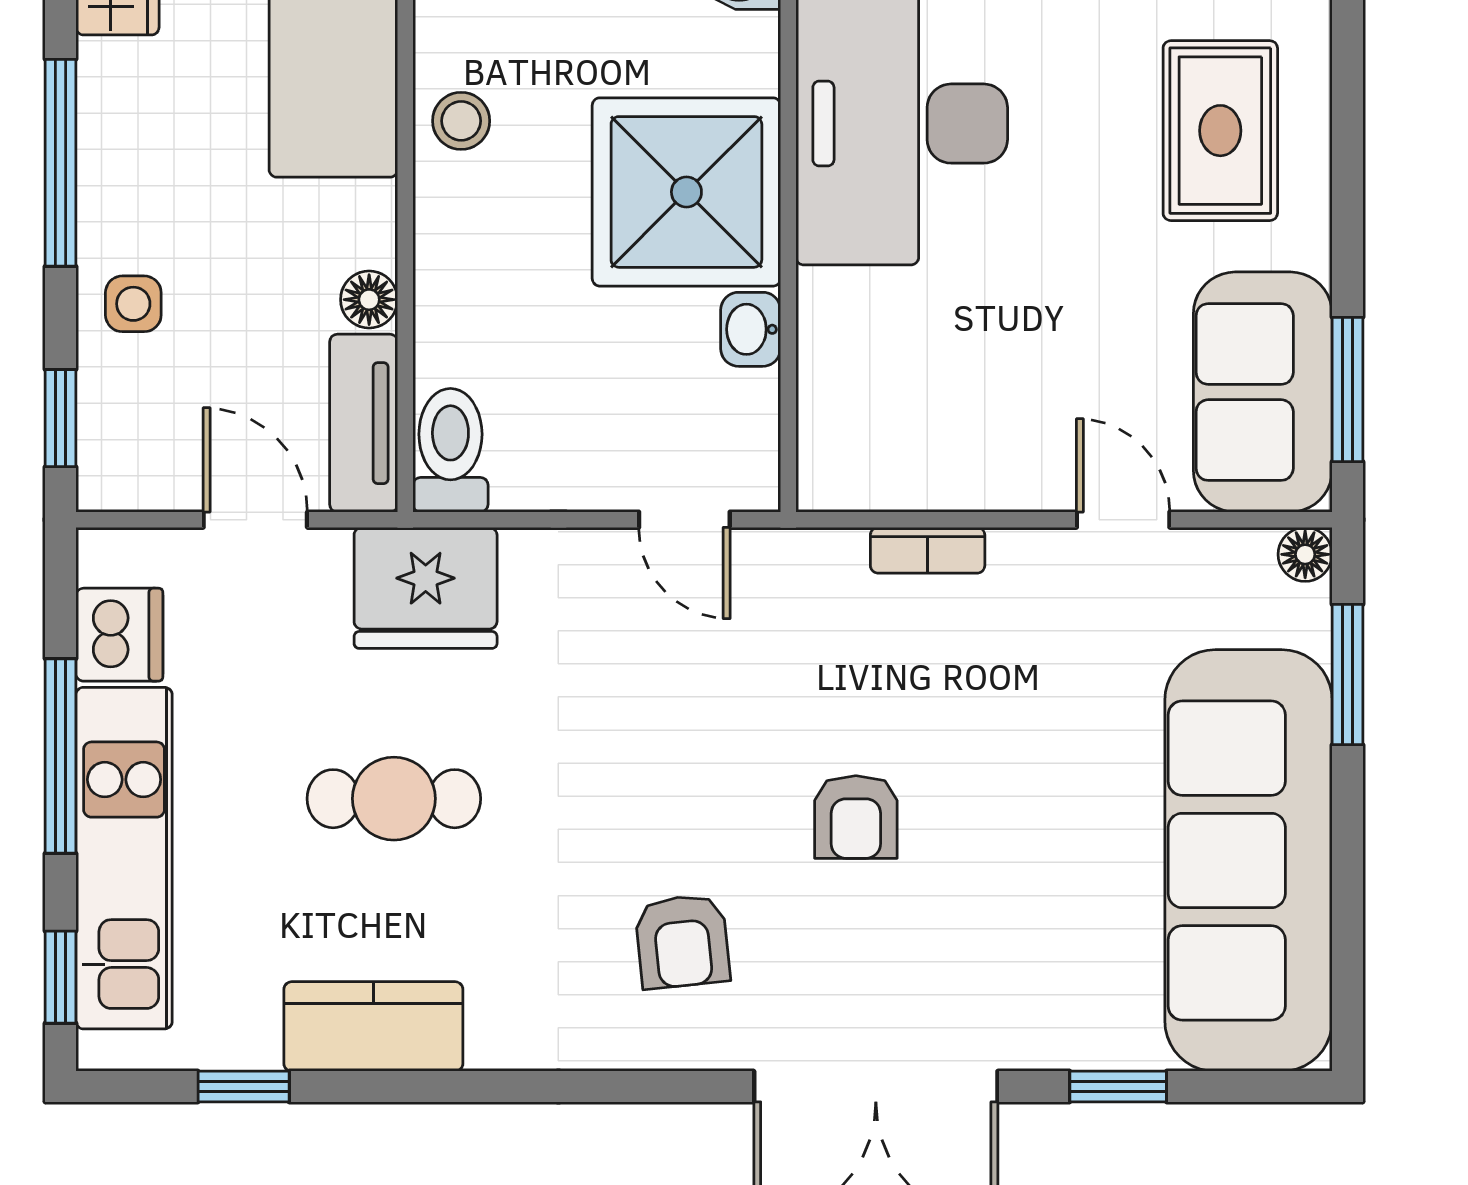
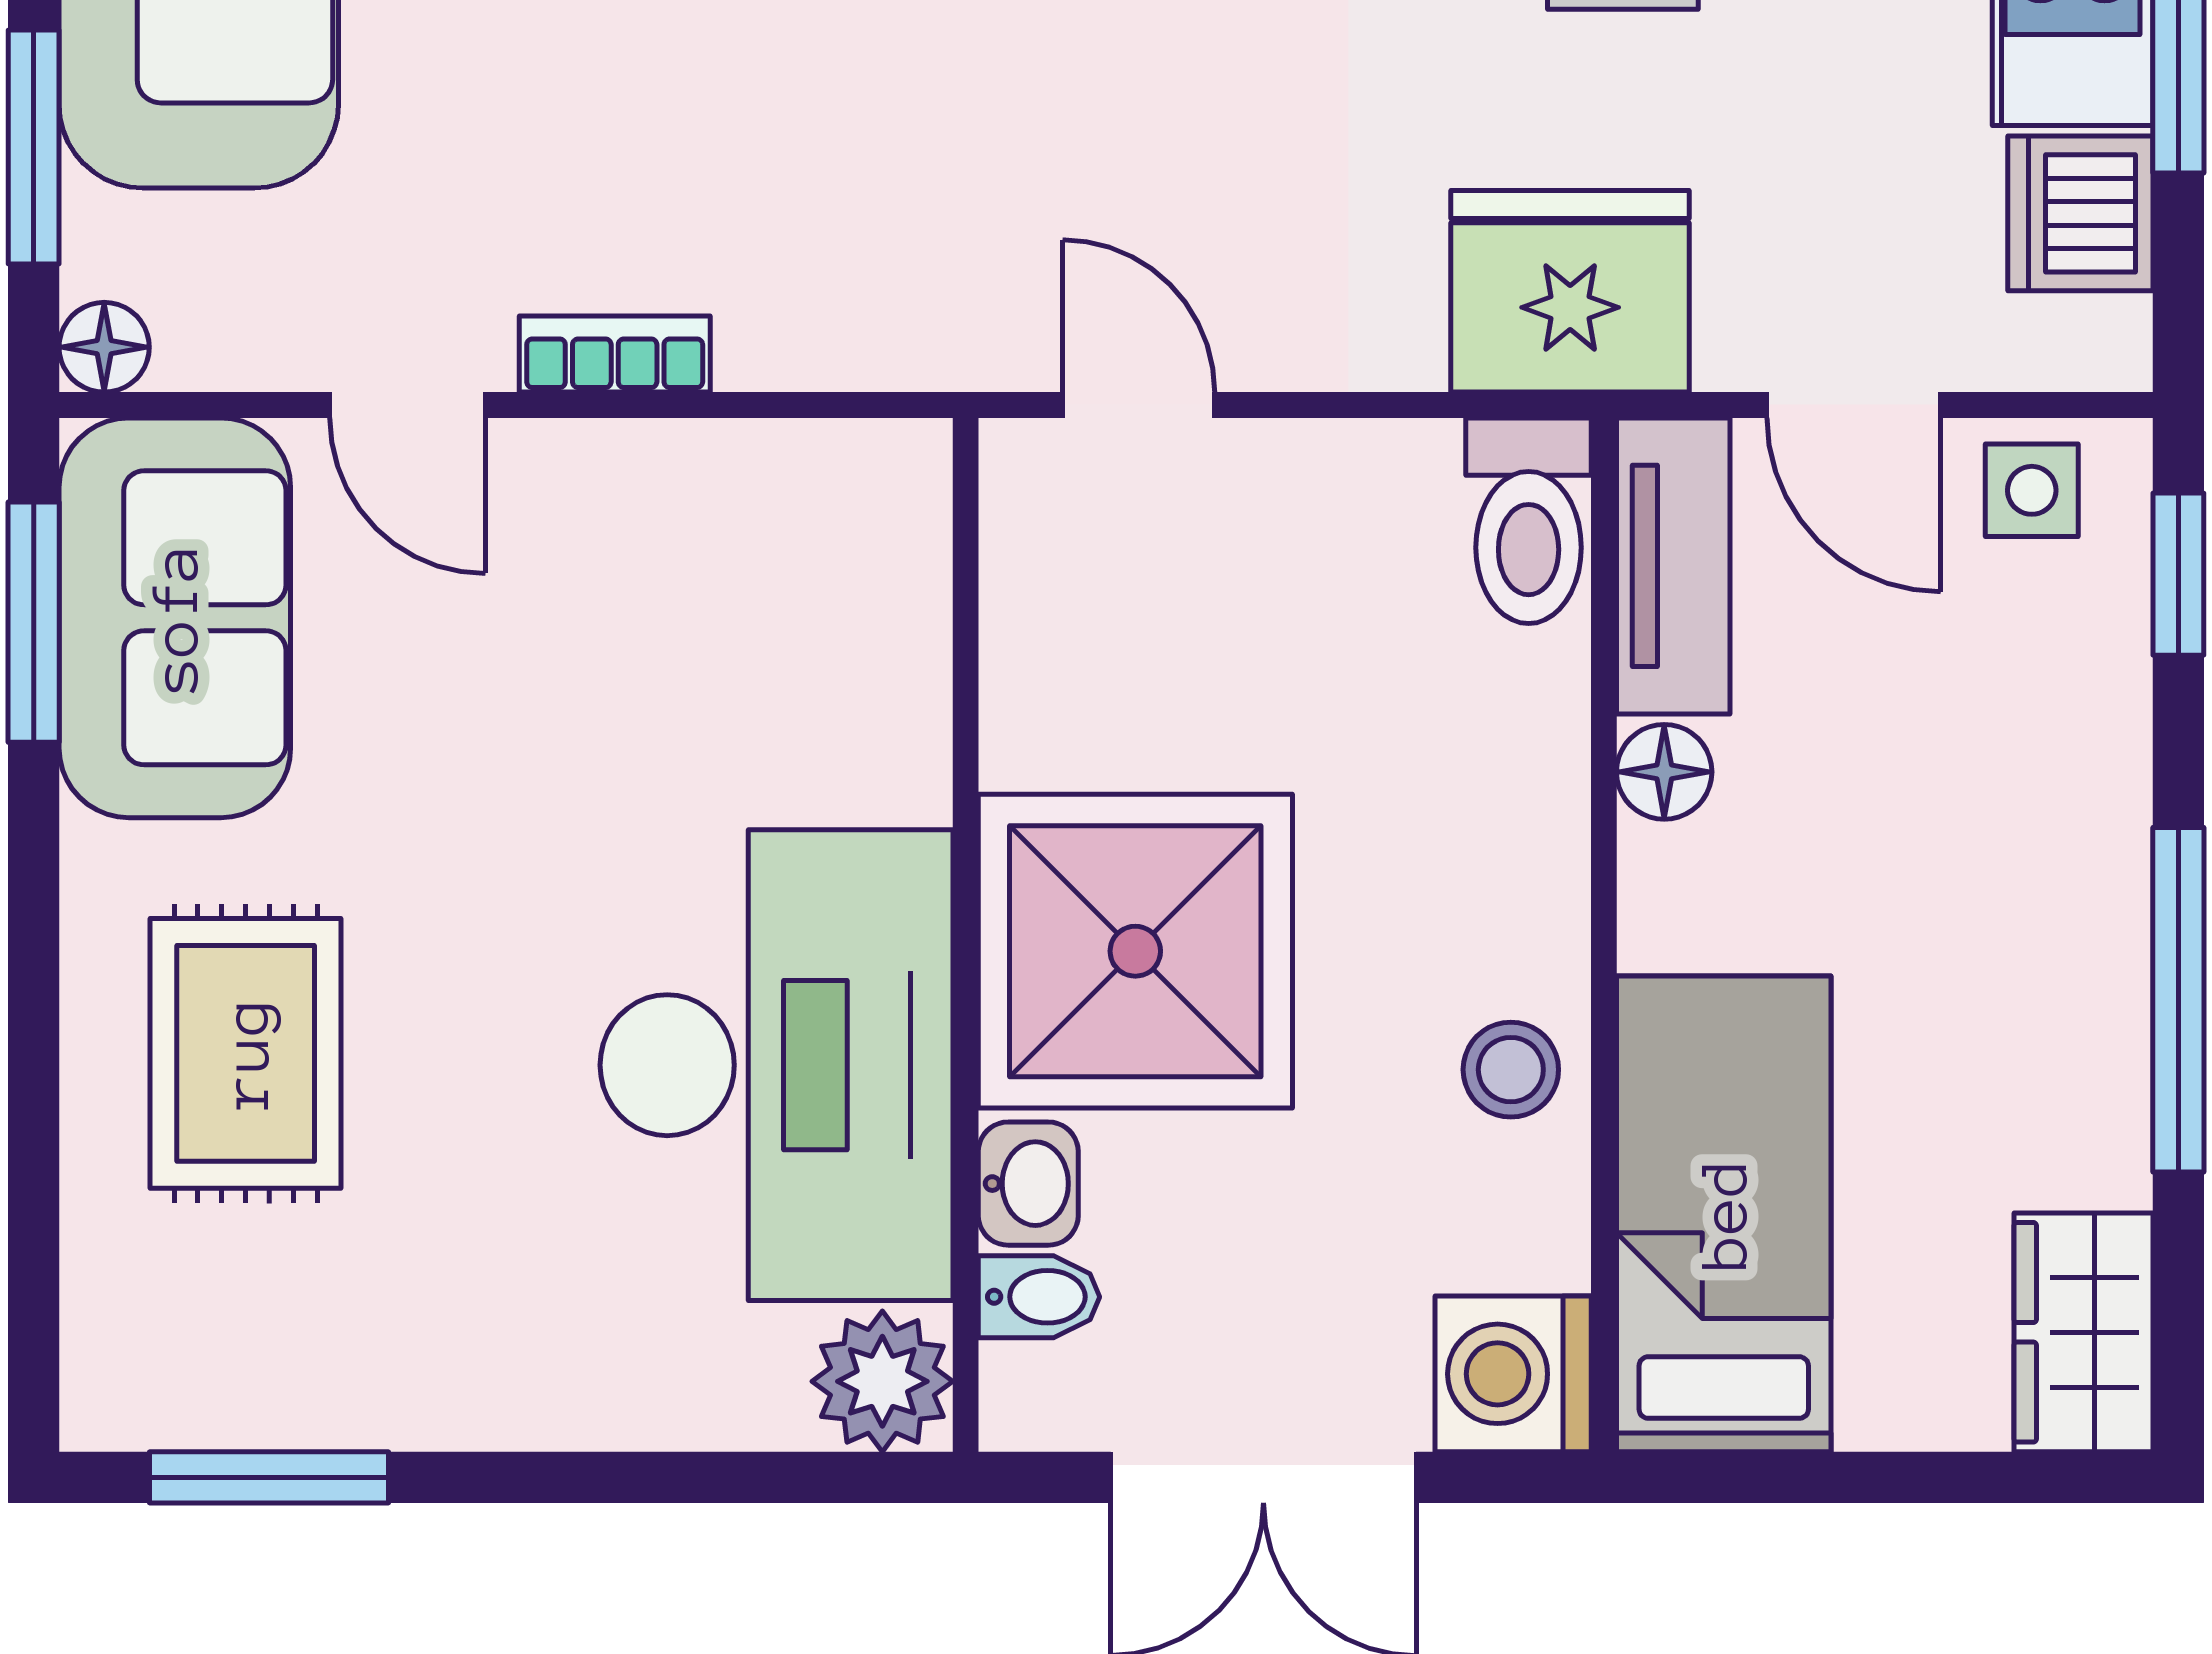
side table: (133, 304) -> (2032, 490), moved
washbasin: (751, 329) -> (1028, 1184), moved
bookcase: (928, 550) -> (615, 354), moved

